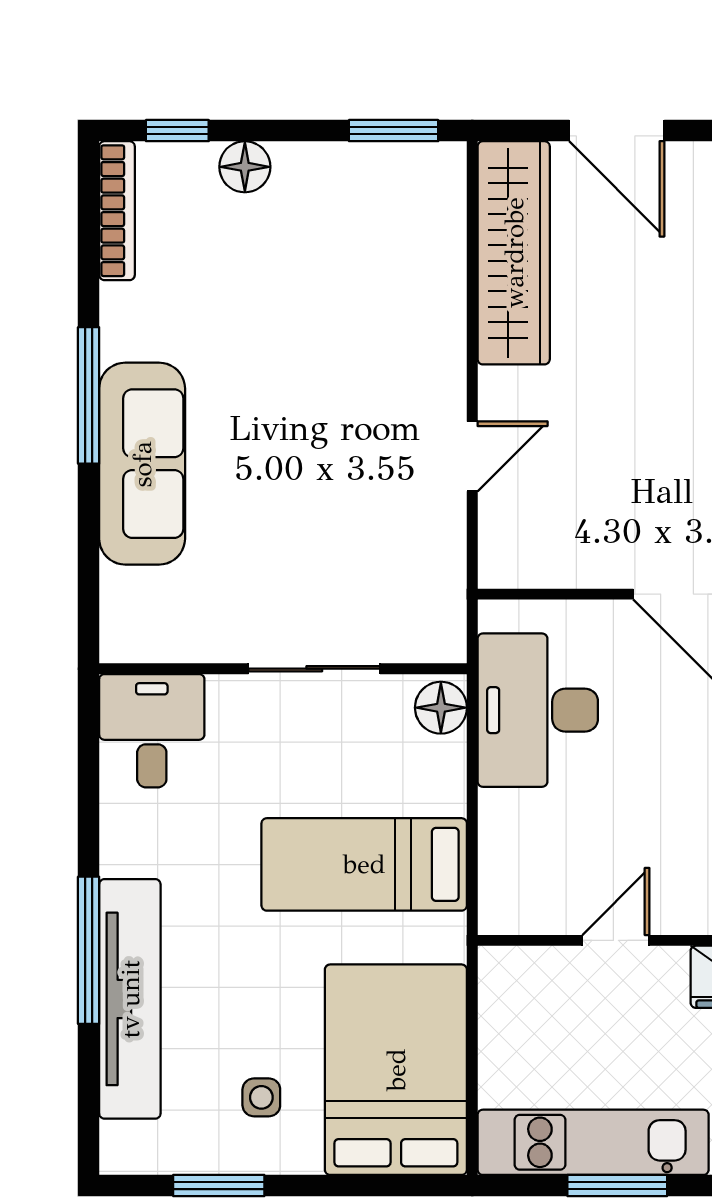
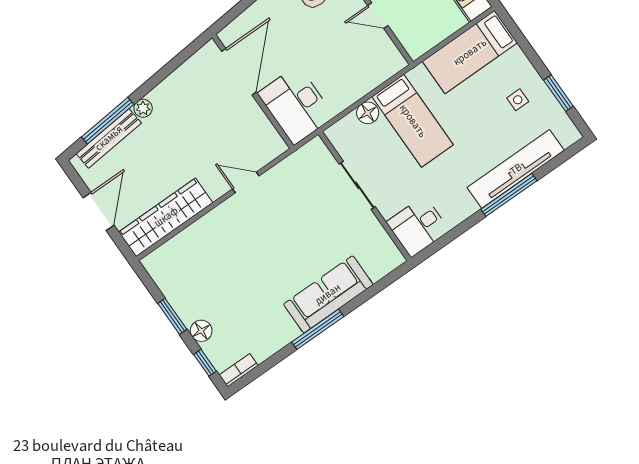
window: (394, 131) -> (172, 316), moved
bookcase: (117, 211) -> (239, 370), width x0.64
floor lamp: (441, 708) -> (368, 113), moved
desk: (538, 710) -> (296, 105), moved, turned 90
bed: (396, 1070) -> (470, 52), width x0.67

